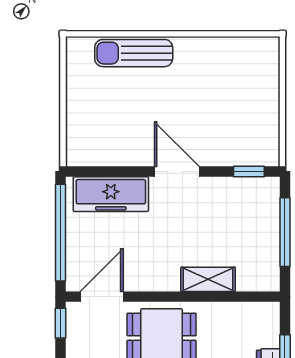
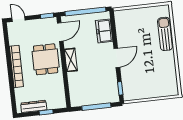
freezer: (111, 194) -> (104, 31), width x0.71
shelving: (208, 279) -> (71, 60), moved
door: (102, 297) -> (60, 32), hinge flipped

